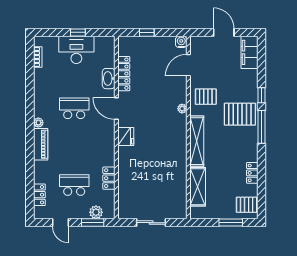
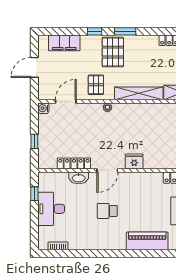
window: (78, 32) -> (34, 194), moved
filing cabinet: (249, 52) -> (64, 43), moved
door: (188, 65) -> (66, 101), swing flipped
school desk: (74, 108) -> (107, 211), width x0.54
plant: (38, 123) -> (121, 245), removed
window: (261, 127) -> (125, 31), width x0.69
piano: (41, 144) -> (147, 241), width x1.37, depth x1.33

